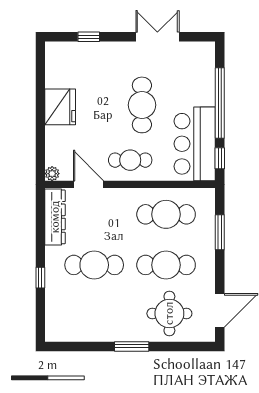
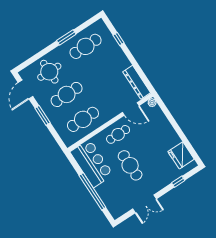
fridge: (60, 107) -> (181, 155), moved
window: (220, 158) -> (75, 164), removed
window: (220, 232) -> (43, 115), moved
cafe table: (94, 265) -> (86, 46), moved
window: (40, 278) -> (118, 39), moved
window: (132, 346) -> (66, 37), moved

